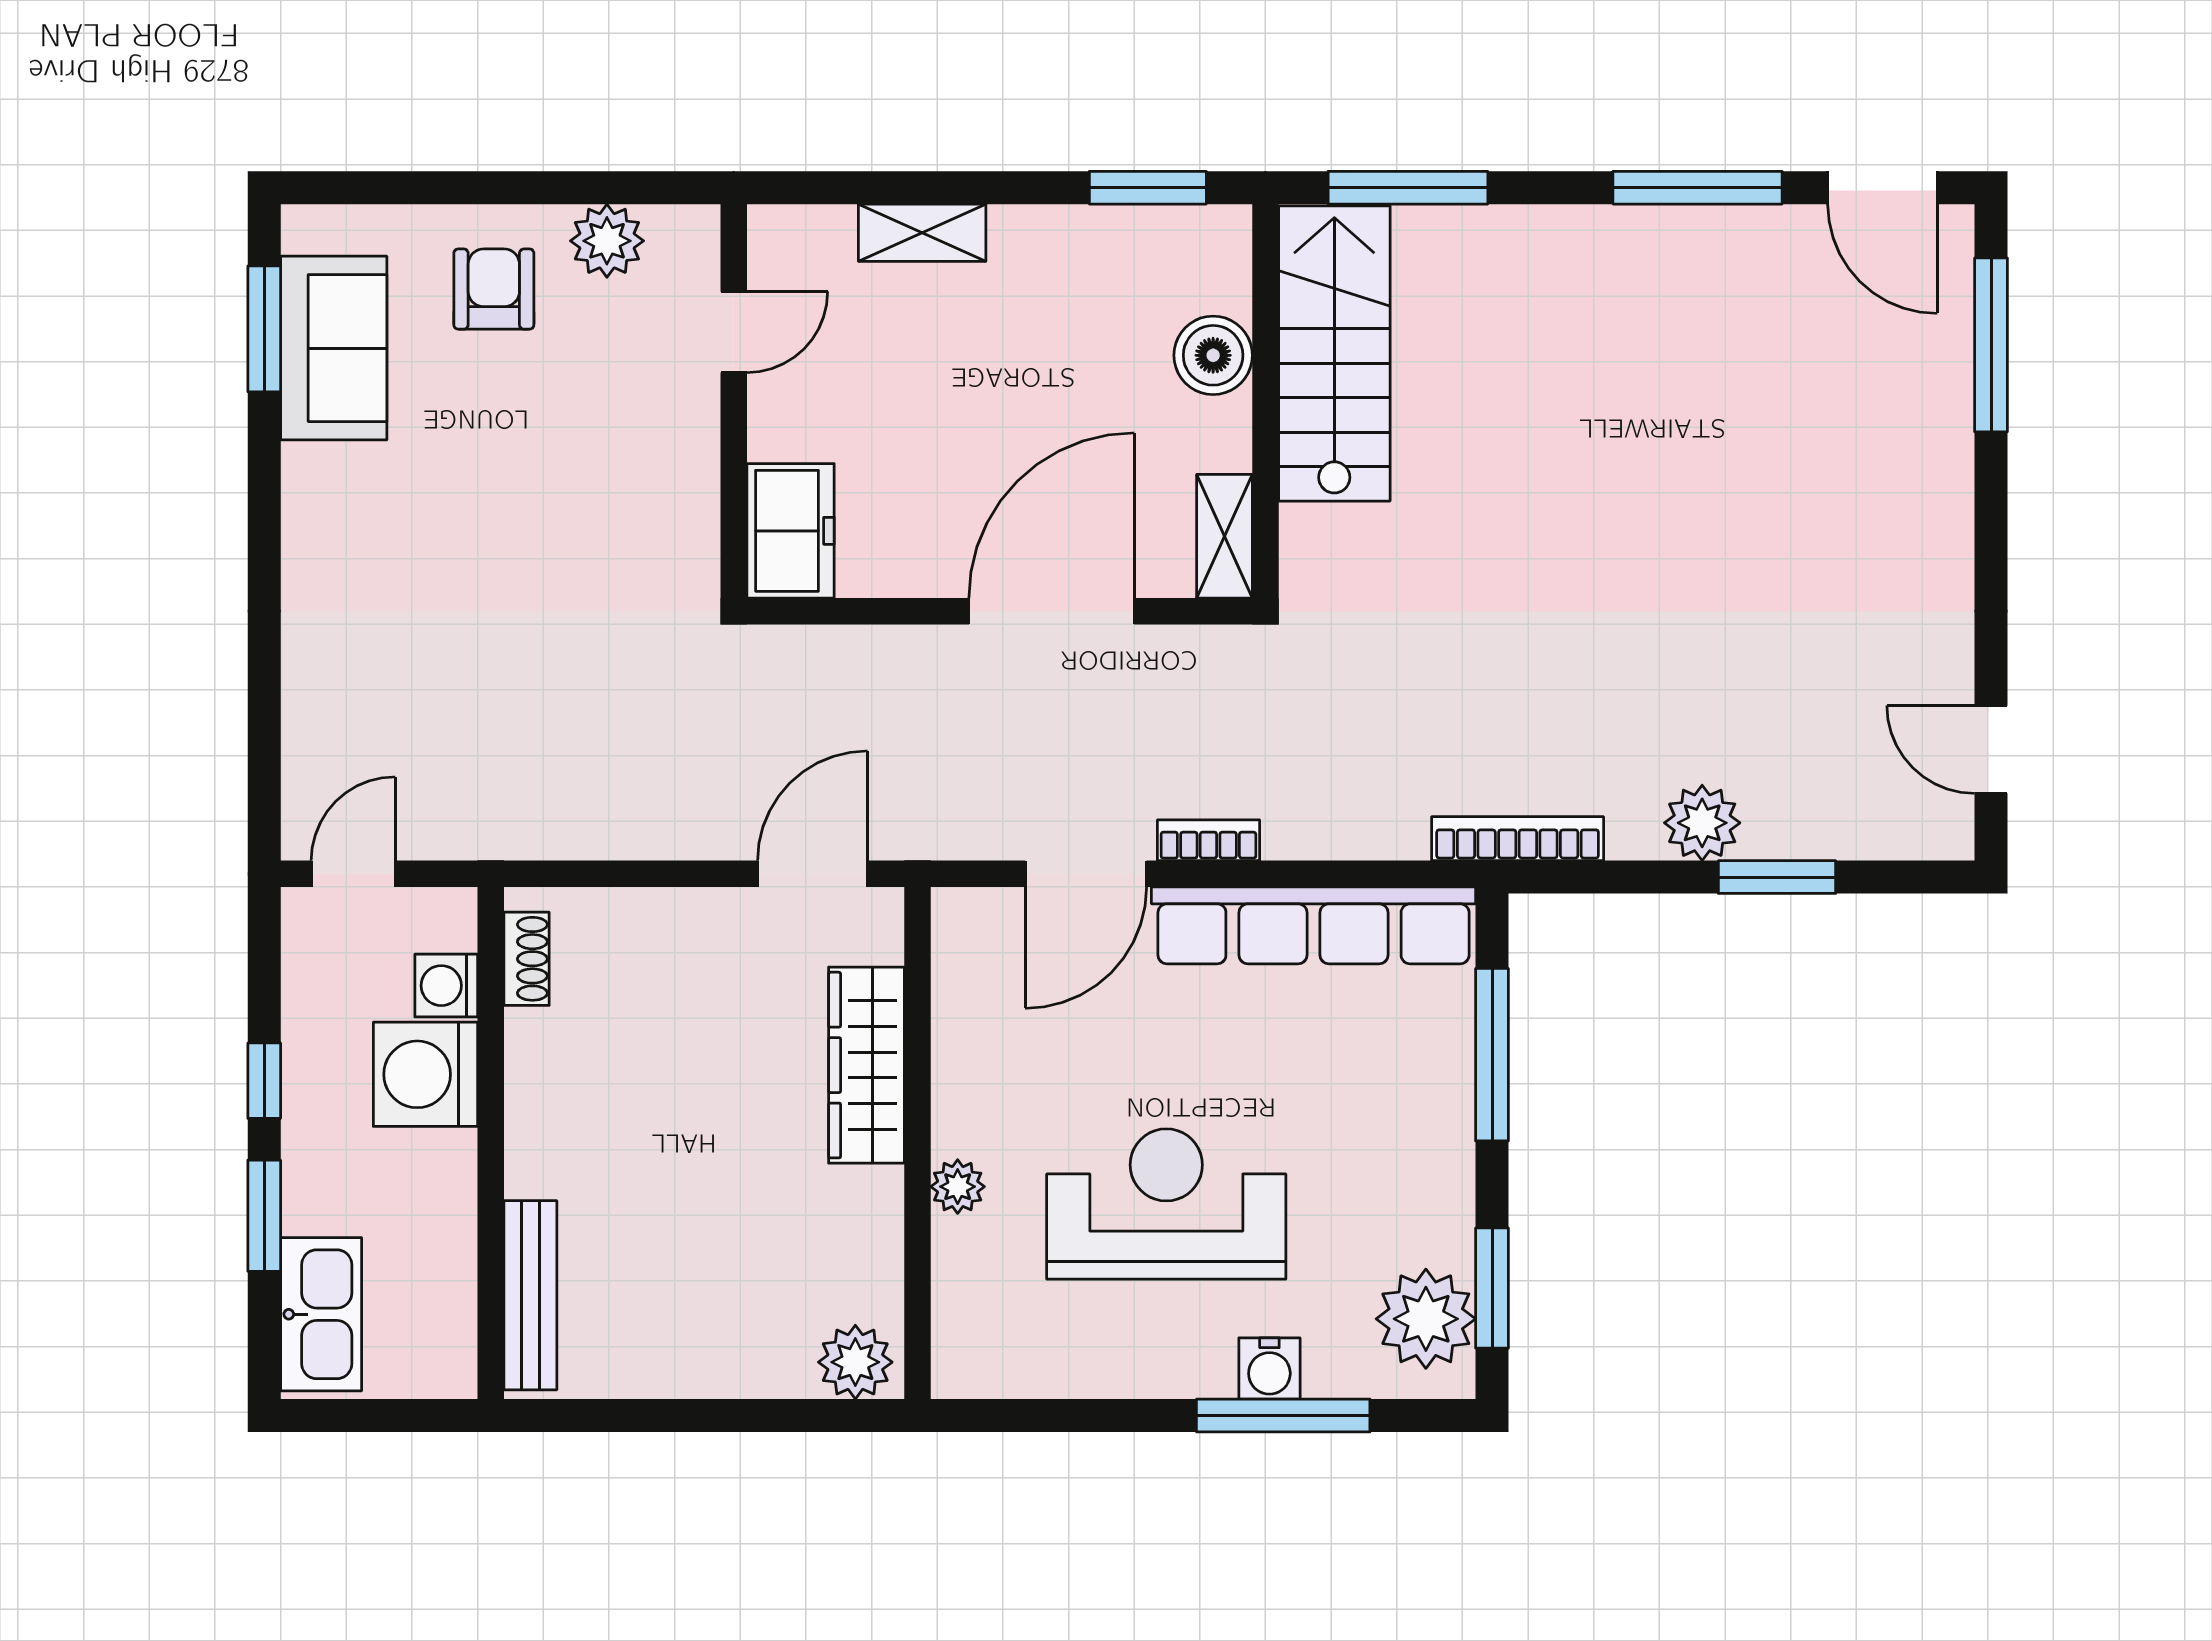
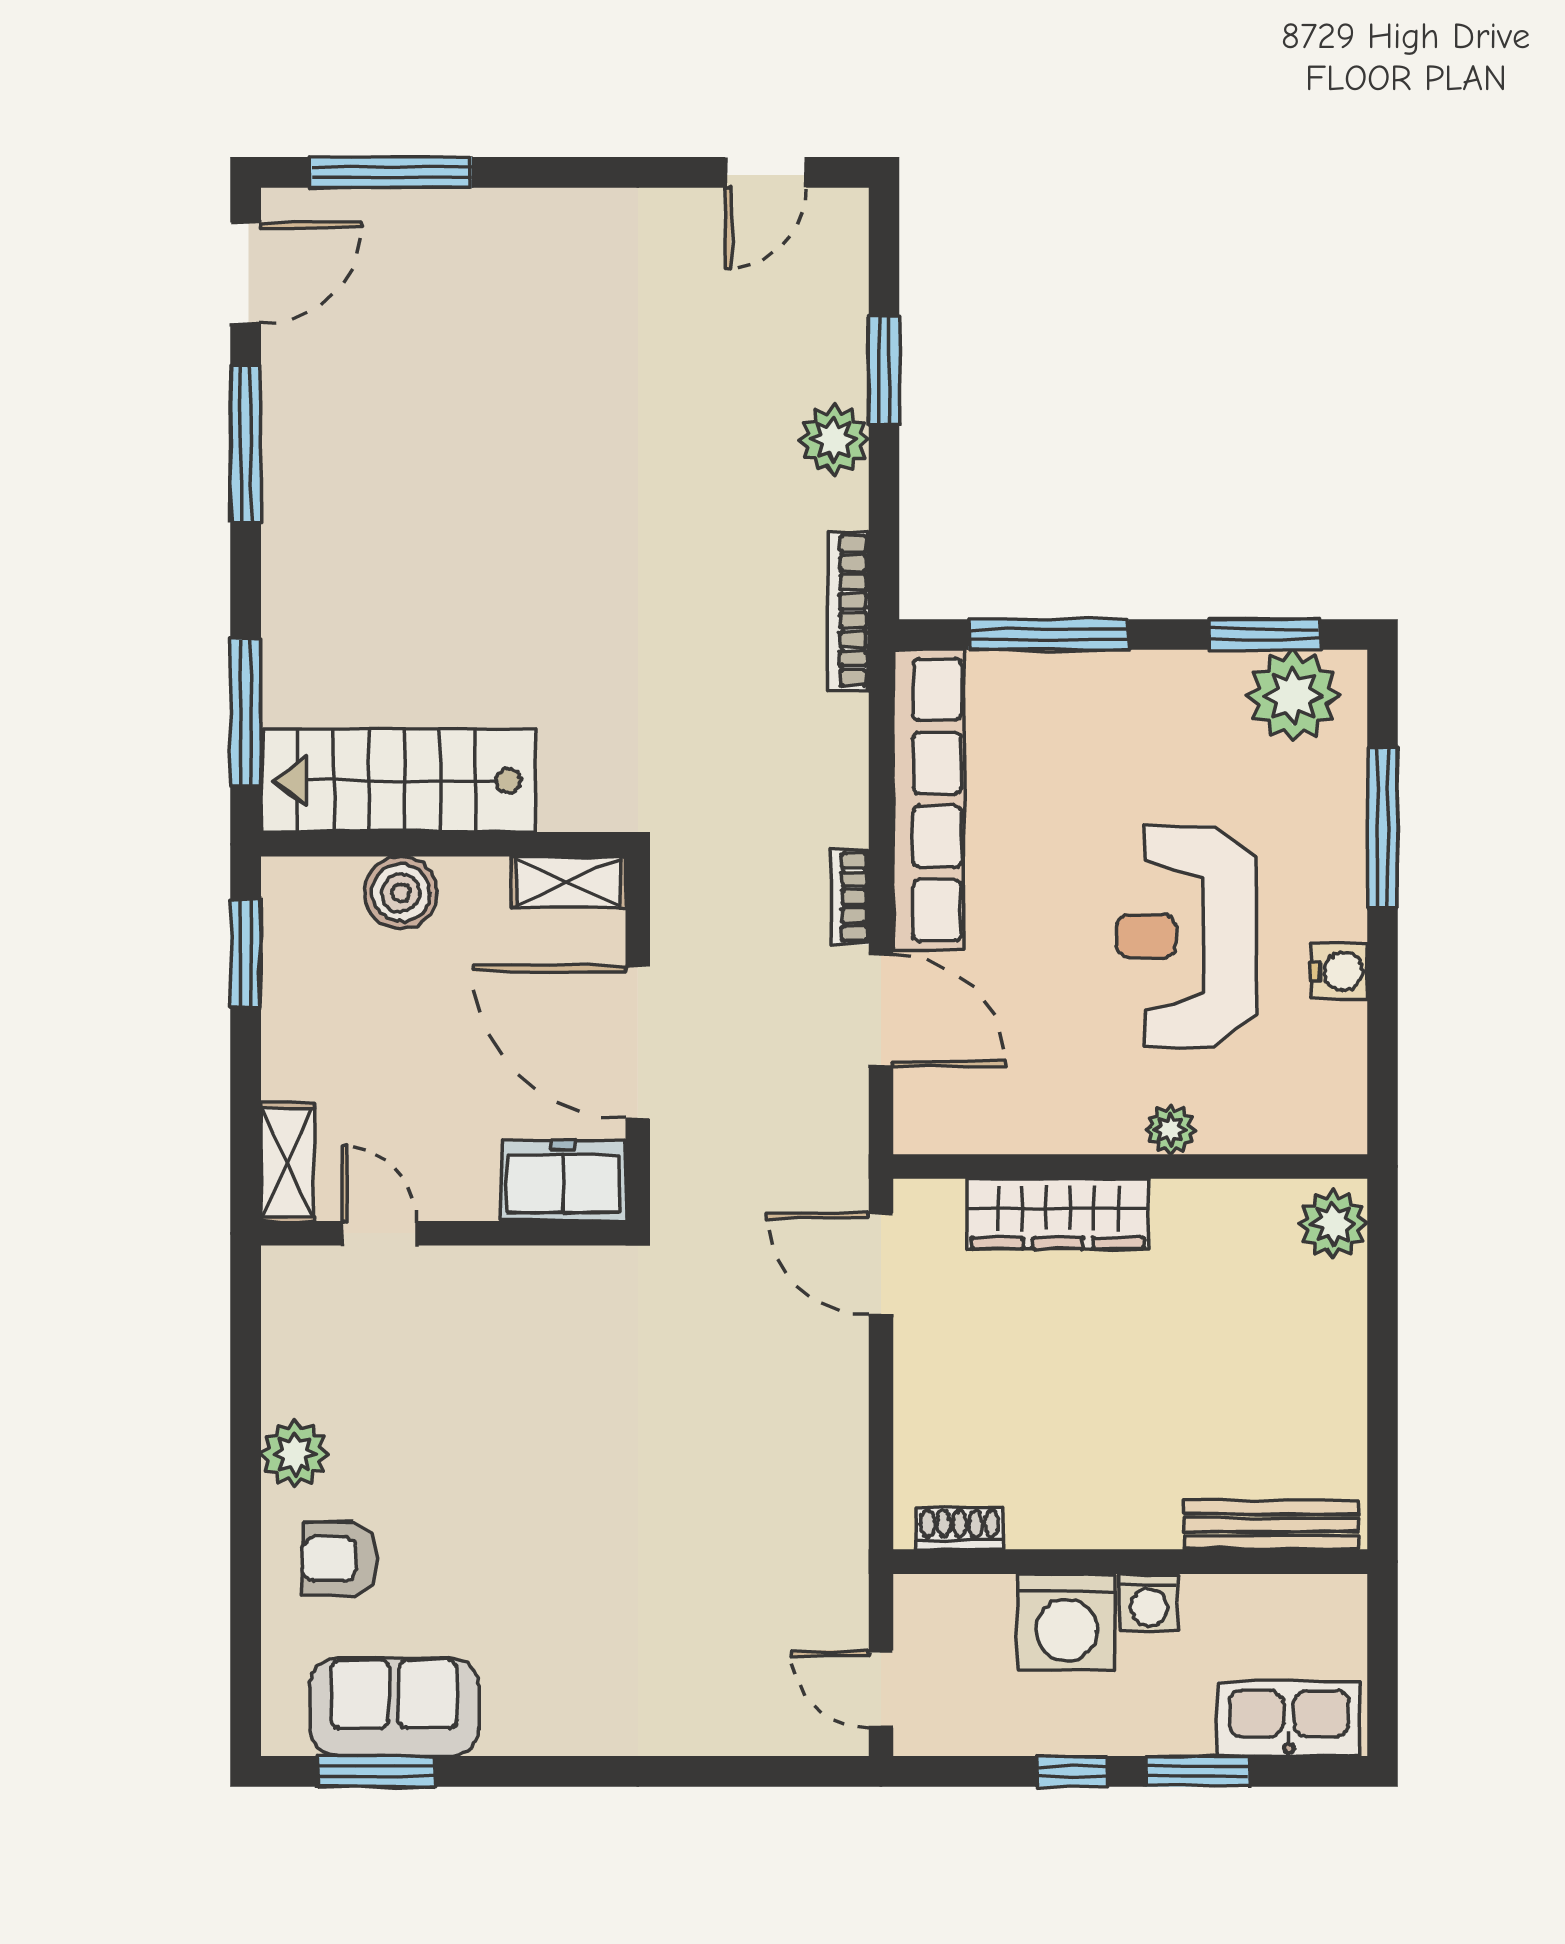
door: (734, 332) -> (379, 1233), moved
wall: (734, 401) -> (443, 1233), moved
freezer: (790, 531) -> (563, 1181), moved
washing machine: (446, 986) -> (1149, 1603), moved
water cooler: (1269, 1368) -> (1339, 971), moved

